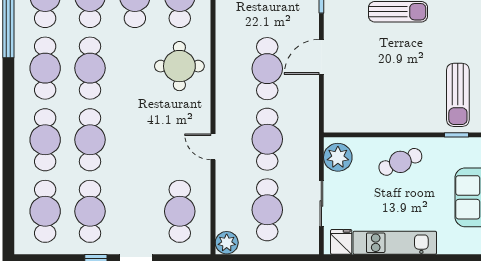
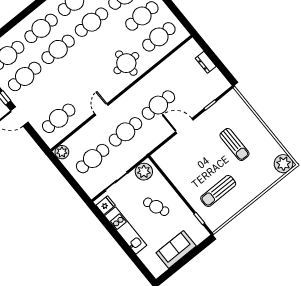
sun lounger: (458, 95) -> (218, 191), moved
cafe table: (400, 162) -> (156, 207), moved

